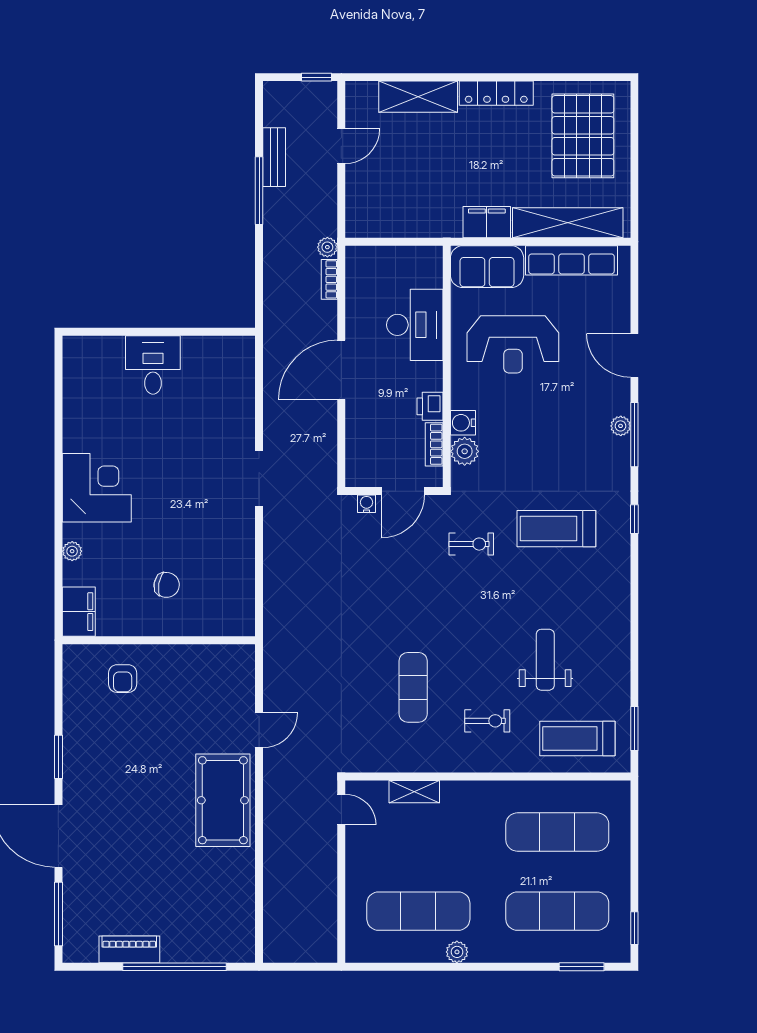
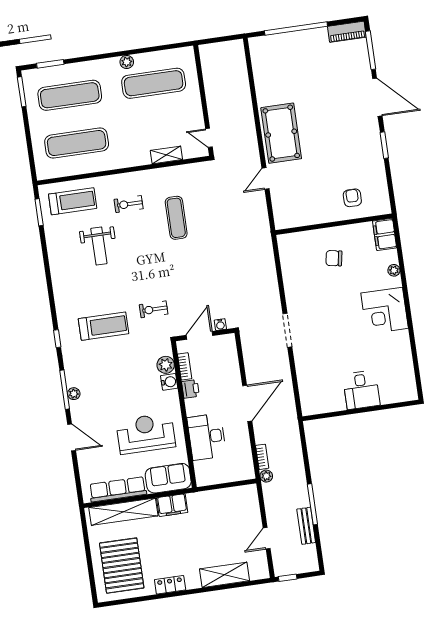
locker: (496, 93) -> (170, 585), width x0.66
window: (634, 928) -> (22, 92), width x1.50
piano: (129, 949) -> (347, 32), moved

